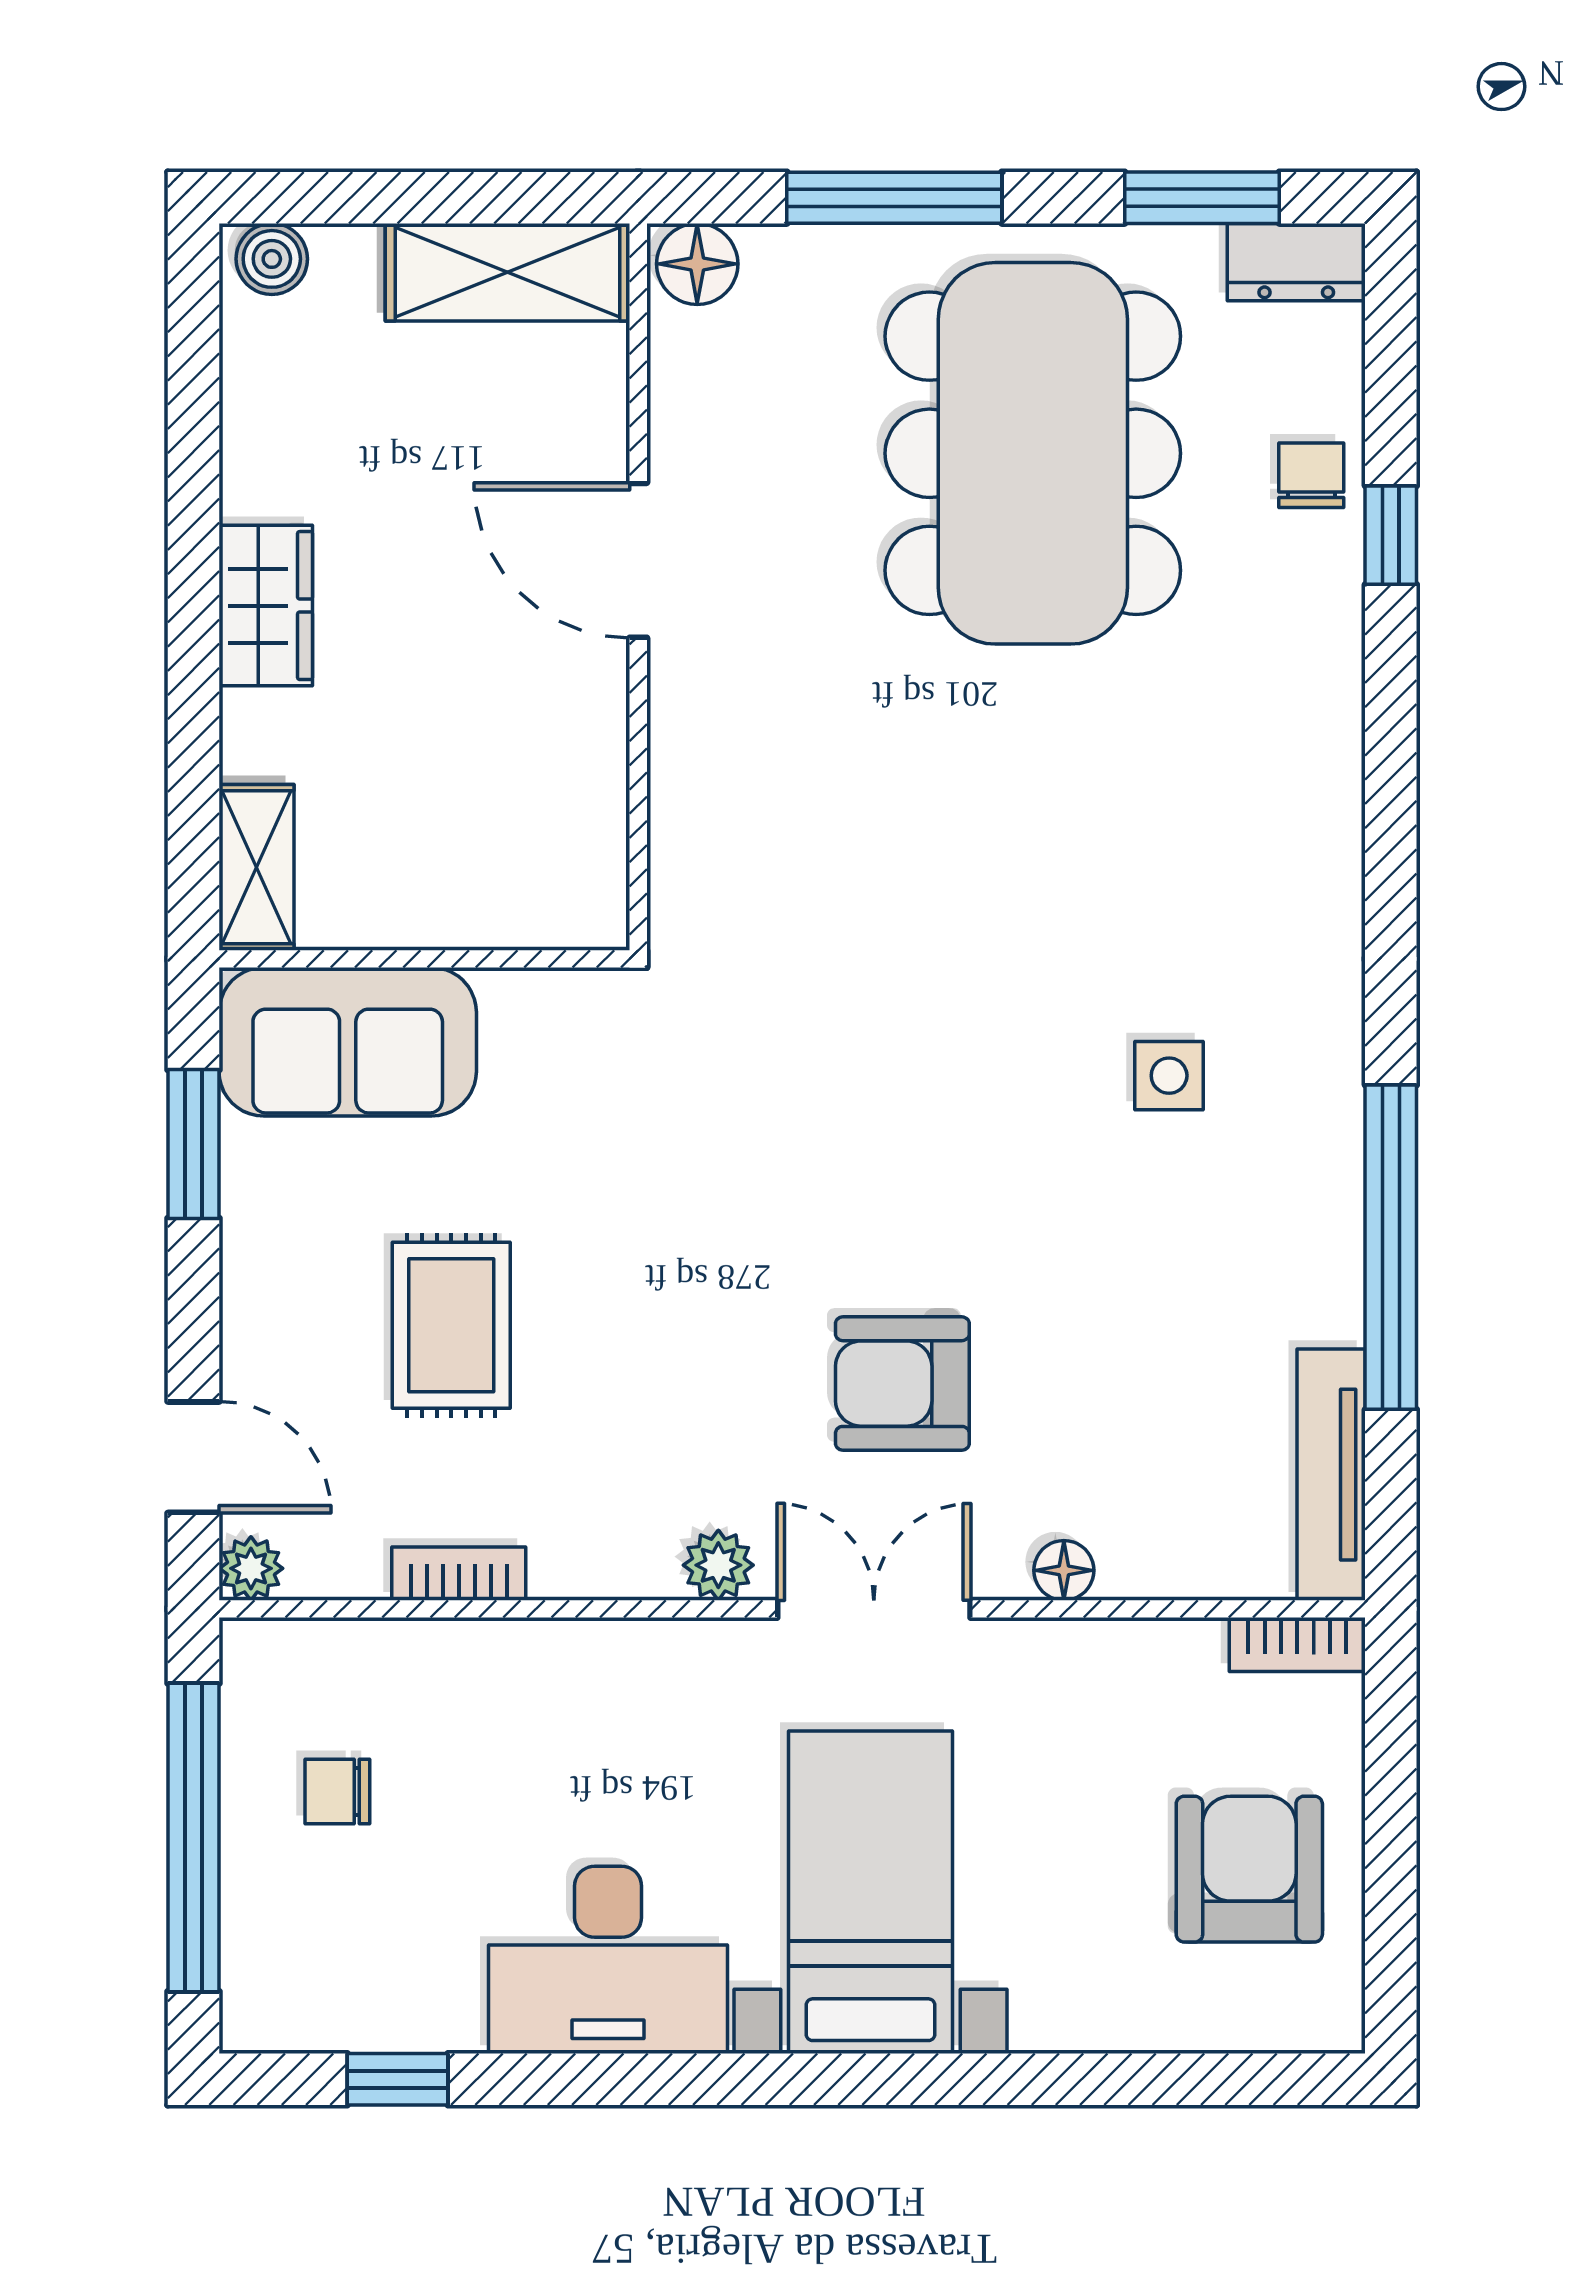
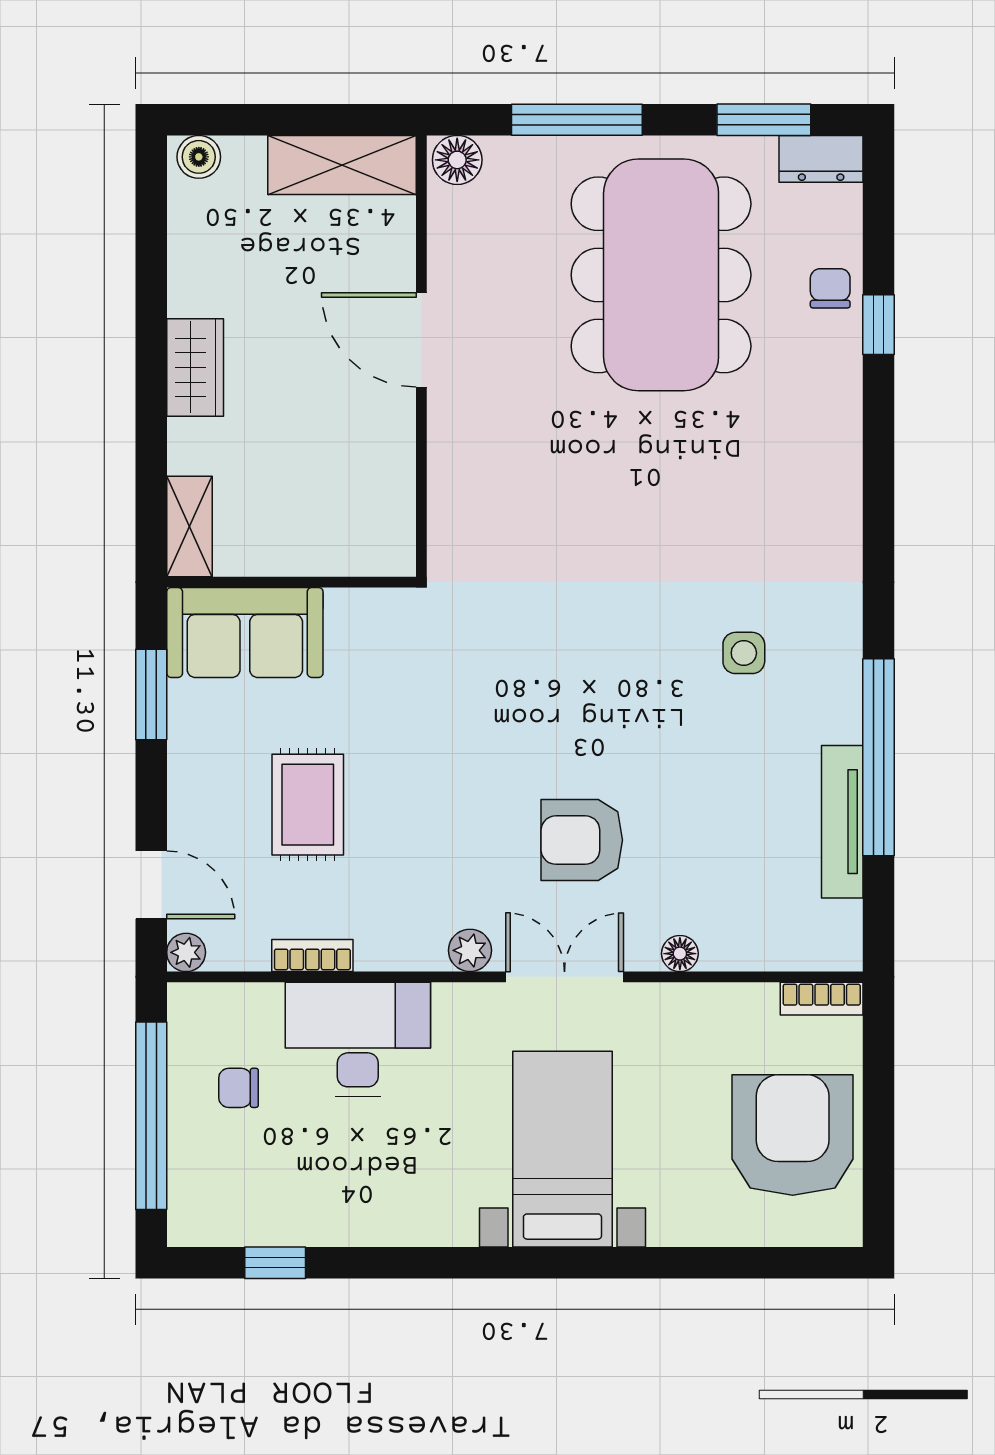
tv unit: (1331, 1475) -> (842, 822), moved
armchair: (1249, 1869) -> (793, 1135), width x1.36, depth x1.36
desk: (608, 1960) -> (358, 1039), moved, turned 180

